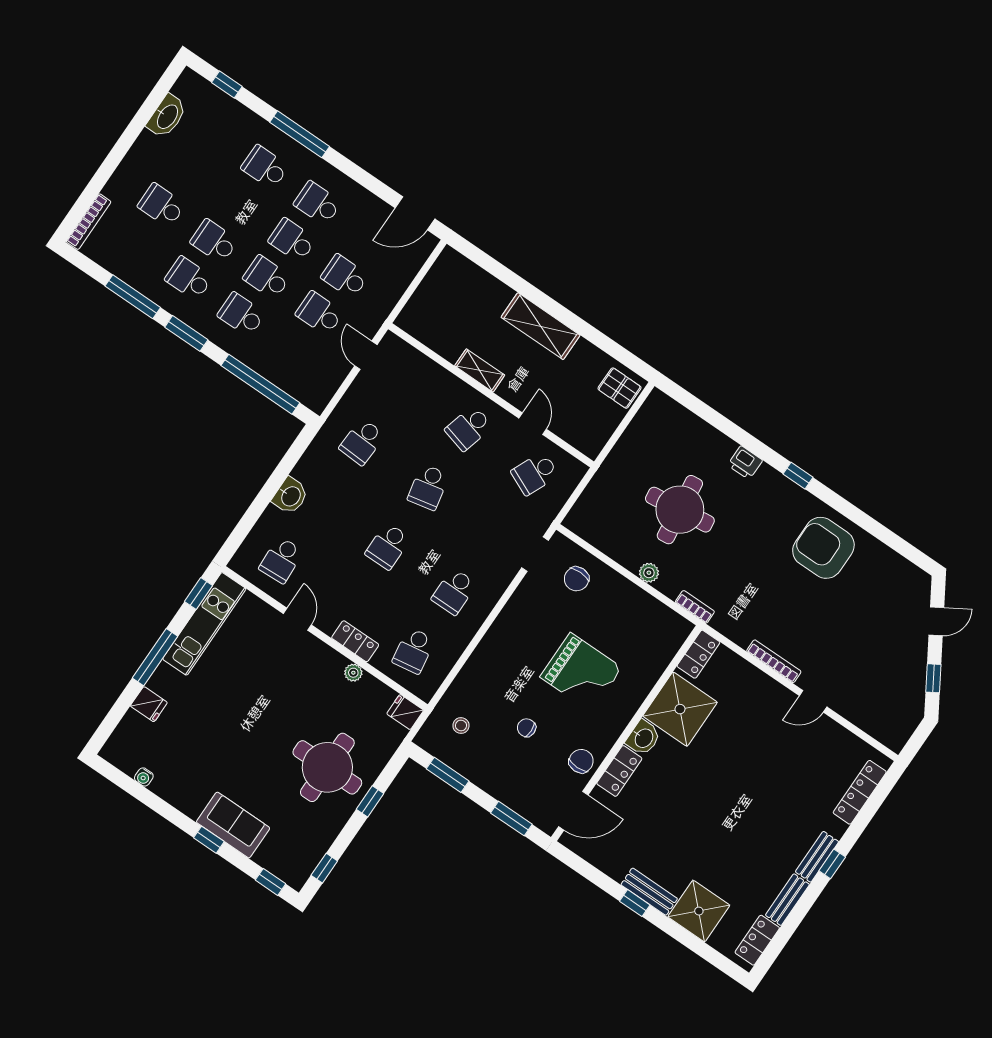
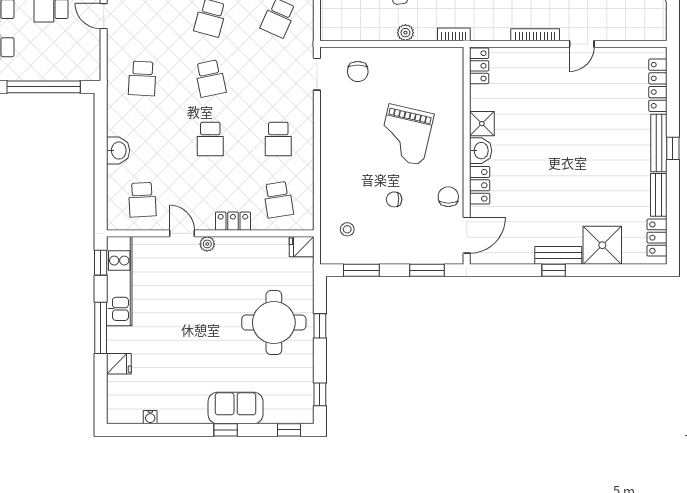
grand piano: (581, 672) -> (406, 135), turned 103
plant: (353, 673) -> (207, 244), moved
shower: (680, 709) -> (482, 124), width x0.54, depth x0.54
bench: (817, 857) -> (659, 143), width x1.36

